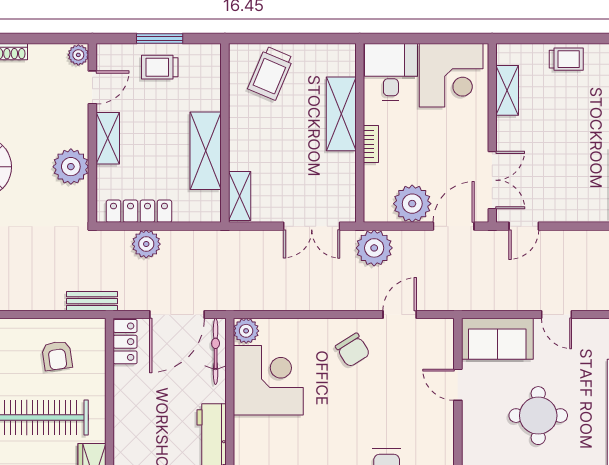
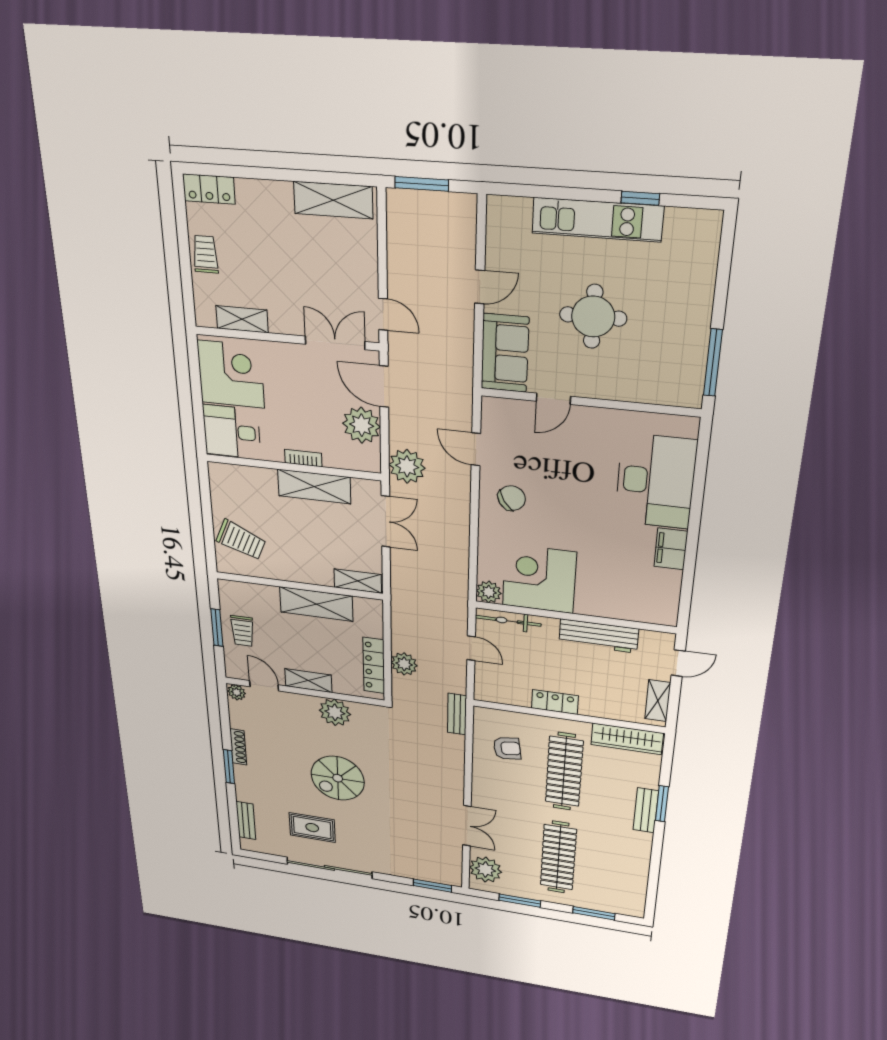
shelving: (341, 114) -> (314, 486), moved
door: (177, 314) -> (471, 648), width x0.53
locker: (125, 342) -> (555, 702), moved

